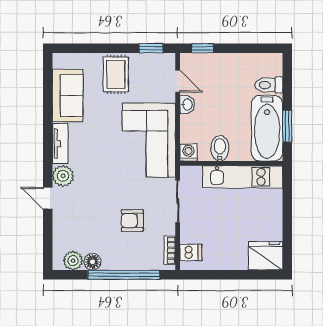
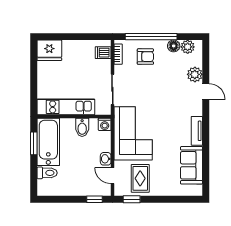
rug: (116, 74) -> (140, 178), moved
plant: (63, 176) -> (195, 74), moved
armchair: (132, 221) -> (145, 57), moved

